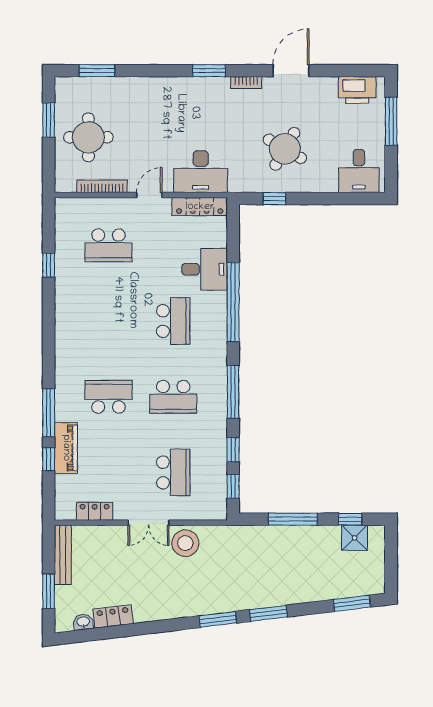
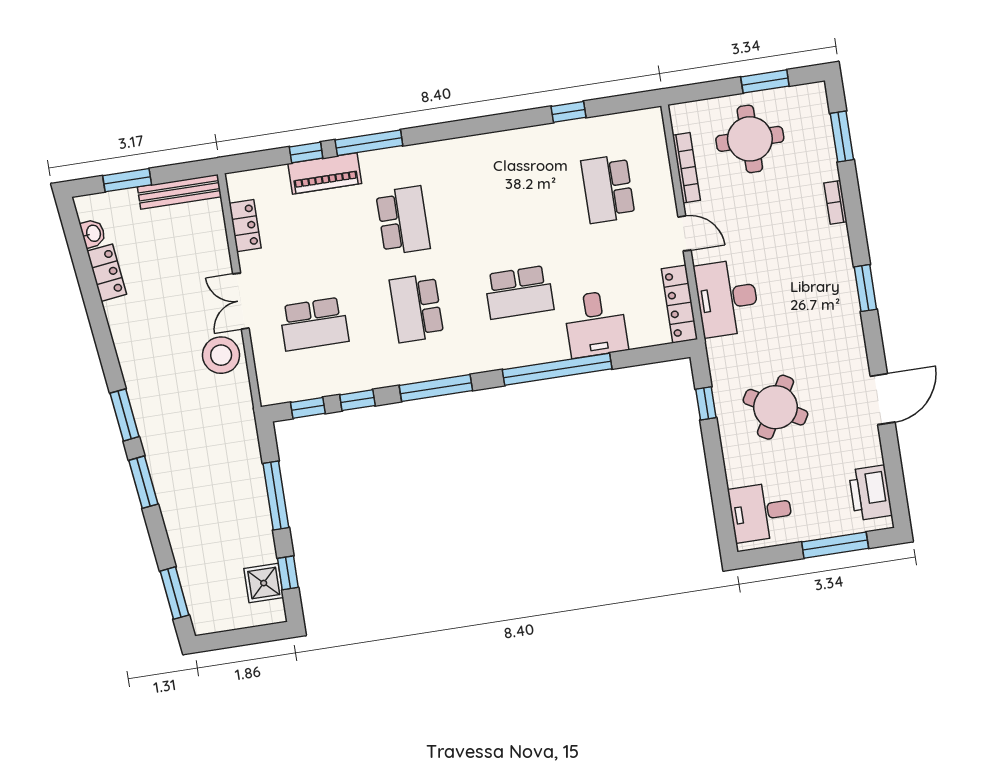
door: (291, 71) -> (883, 399), hinge flipped
bookcase: (246, 83) -> (835, 202), moved

